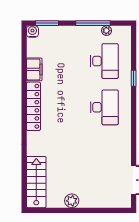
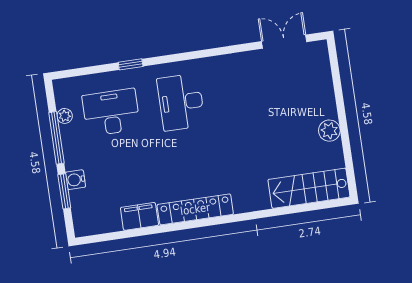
window: (47, 23) -> (64, 191), moved
water cooler: (32, 31) -> (75, 180), moved
desk: (104, 107) -> (181, 102), turned -90

